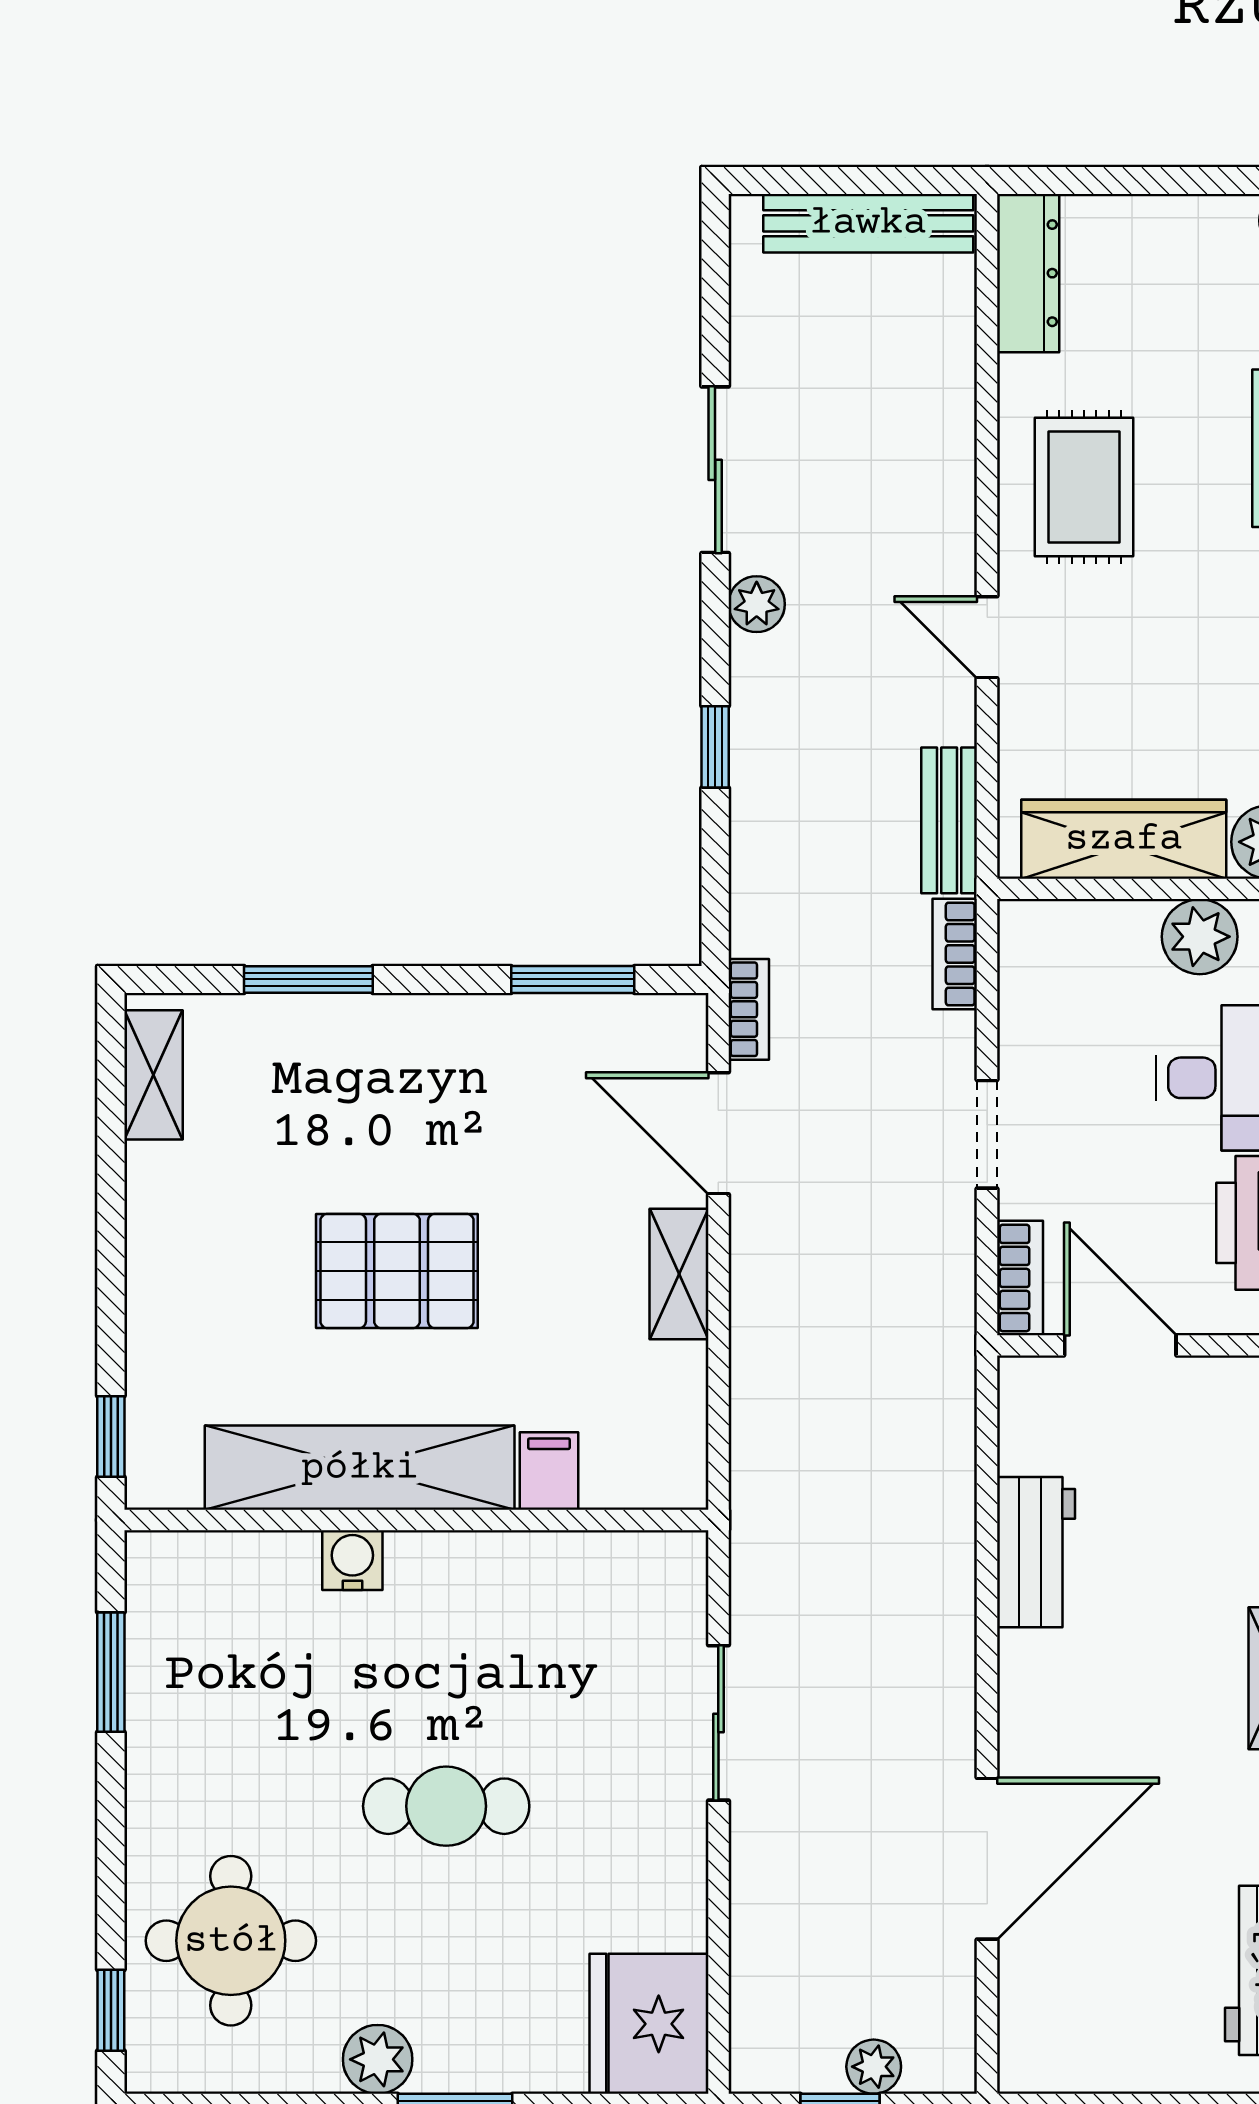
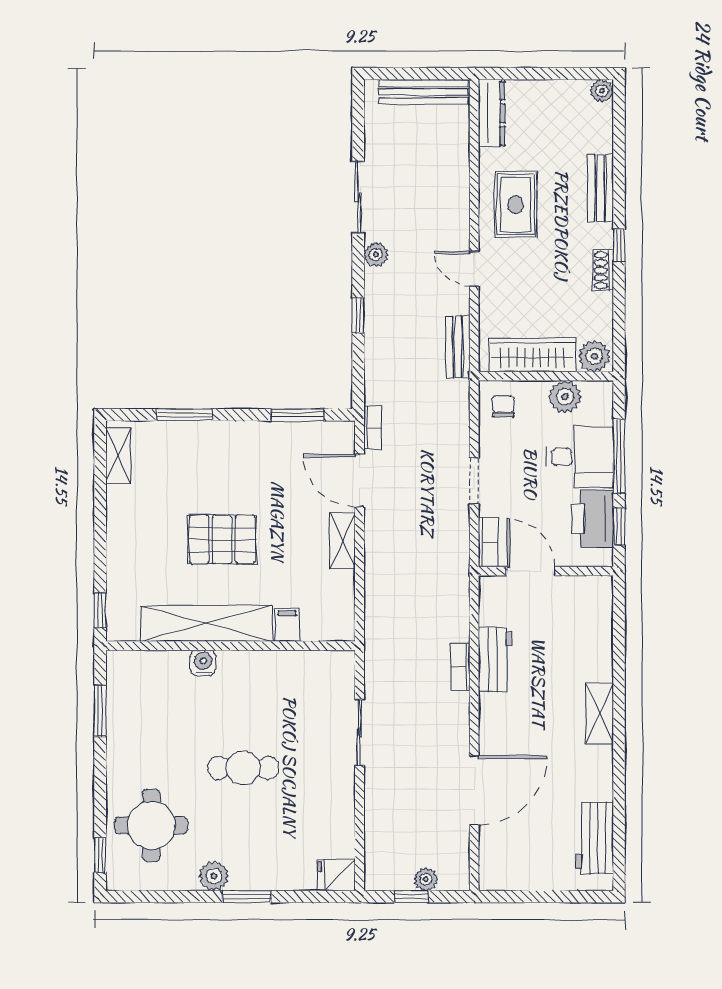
bookcase: (955, 954) -> (460, 667), moved
chair: (1055, 959) -> (503, 406), added
fridge: (649, 2024) -> (336, 875), width x0.53, depth x0.75

